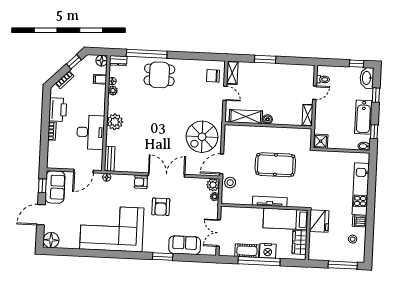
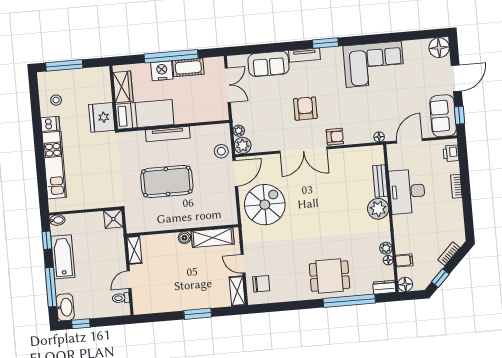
window: (376, 95) -> (51, 287), width x2.17
printer: (58, 110) -> (451, 153), moved, width x0.53, depth x0.68
bench: (110, 159) -> (380, 181), moved
corner sofa: (112, 229) -> (374, 64), width x0.73, depth x0.74
tv unit: (156, 248) -> (305, 55), added
window: (163, 257) -> (325, 43), moved

